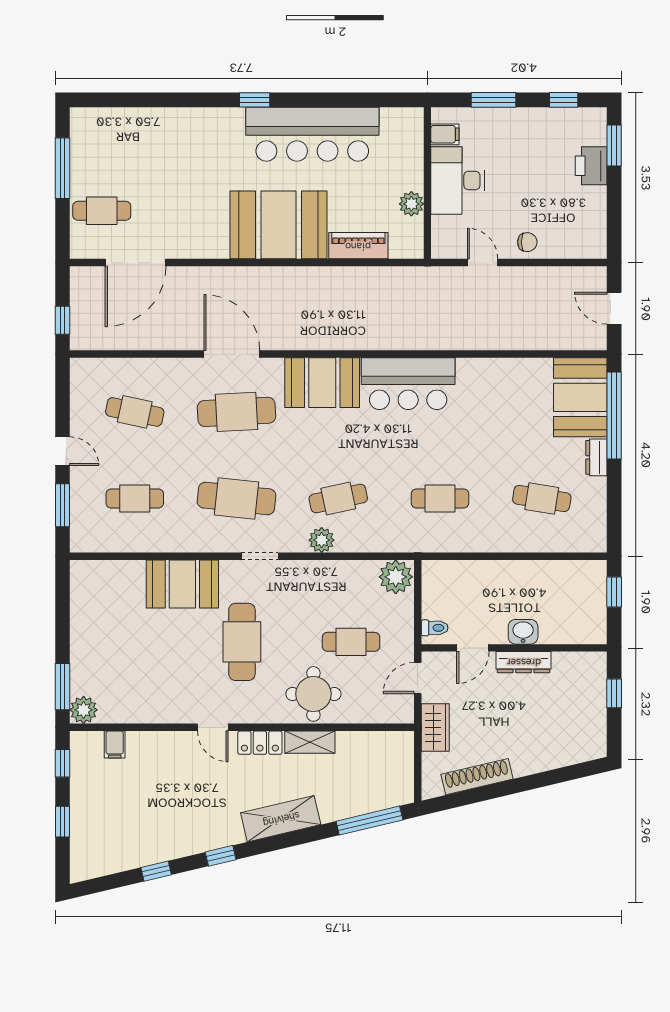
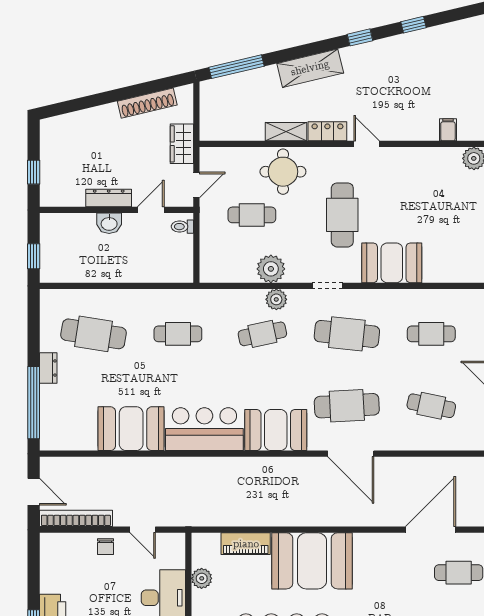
chair: (527, 242) -> (106, 547), turned -90
bookcase: (563, 276) -> (76, 518), added
booth: (580, 397) -> (131, 429), moved, turned 90
cafe table: (542, 498) -> (94, 334), width x1.37, depth x1.35
plant: (396, 577) -> (271, 269), moved

